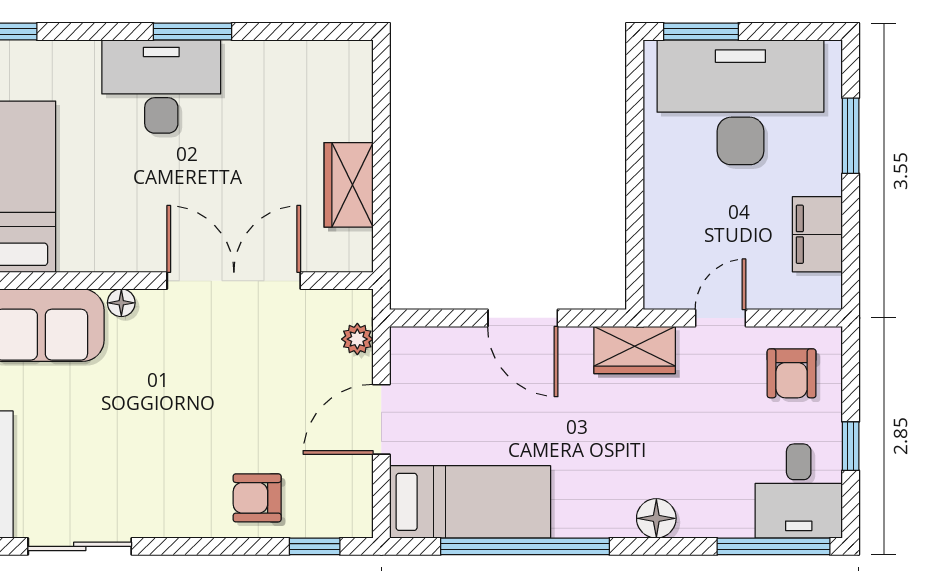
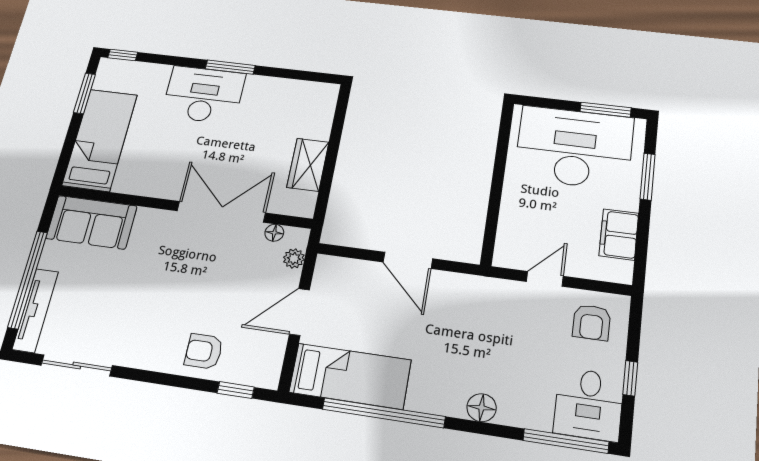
window: (701, 31) -> (606, 110), moved
floor lamp: (121, 303) -> (274, 233), moved
wardrobe: (635, 350) -> (482, 291), removed

